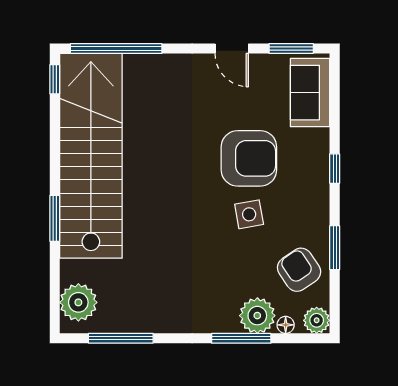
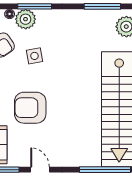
side table: (249, 214) -> (34, 56), moved

